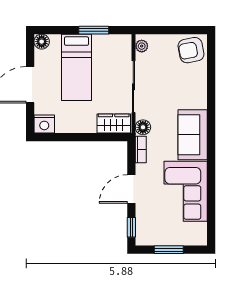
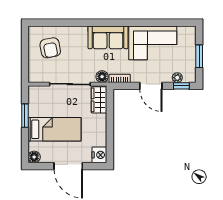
plant: (142, 46) -> (177, 78), moved
armchair: (191, 50) -> (50, 48), moved

